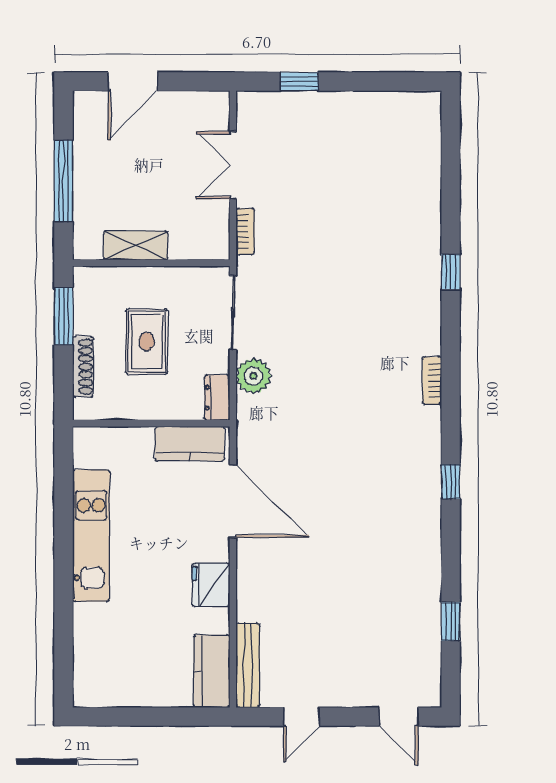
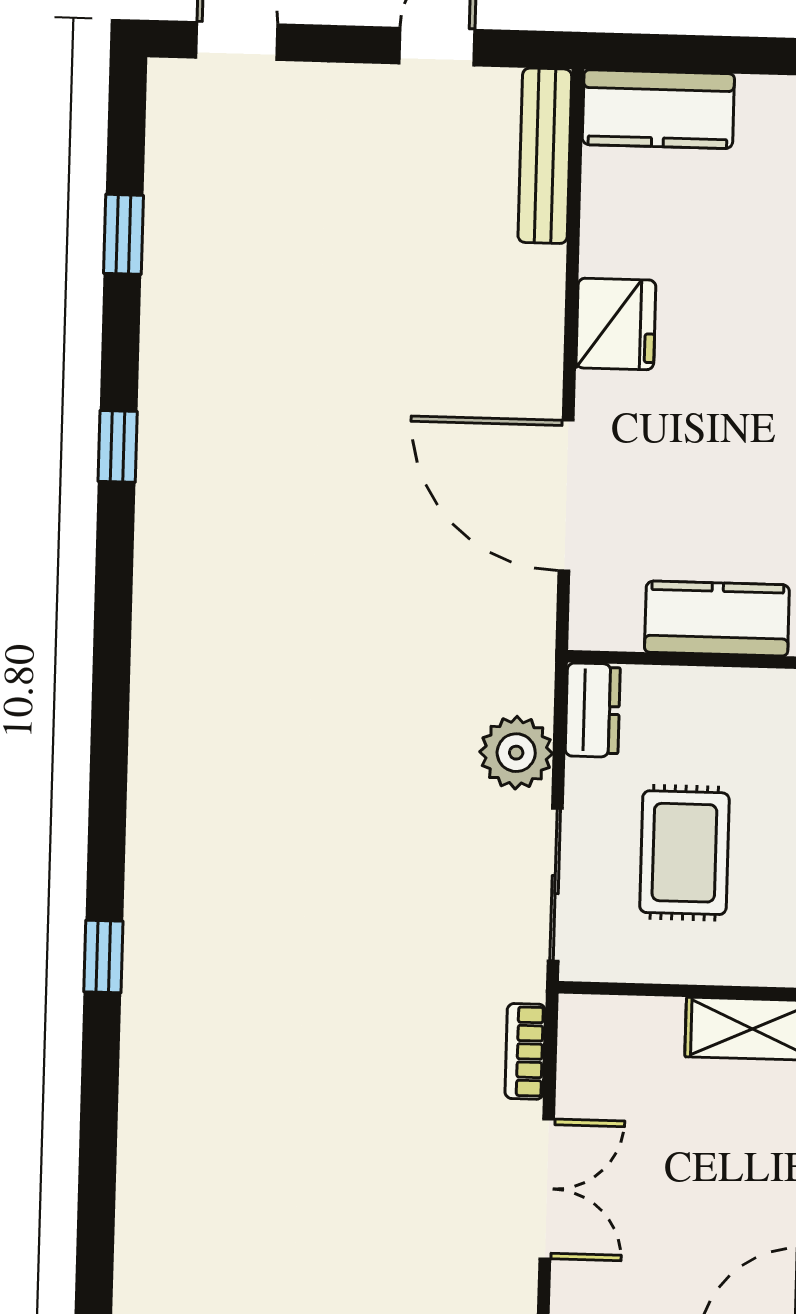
rug: (147, 342) -> (684, 853), moved
bookcase: (432, 381) -> (148, 733), removed
kitchen counter: (190, 444) -> (717, 619), moved
window: (451, 482) -> (118, 446), moved
kitchen counter: (212, 671) -> (658, 109), moved, turned 90

